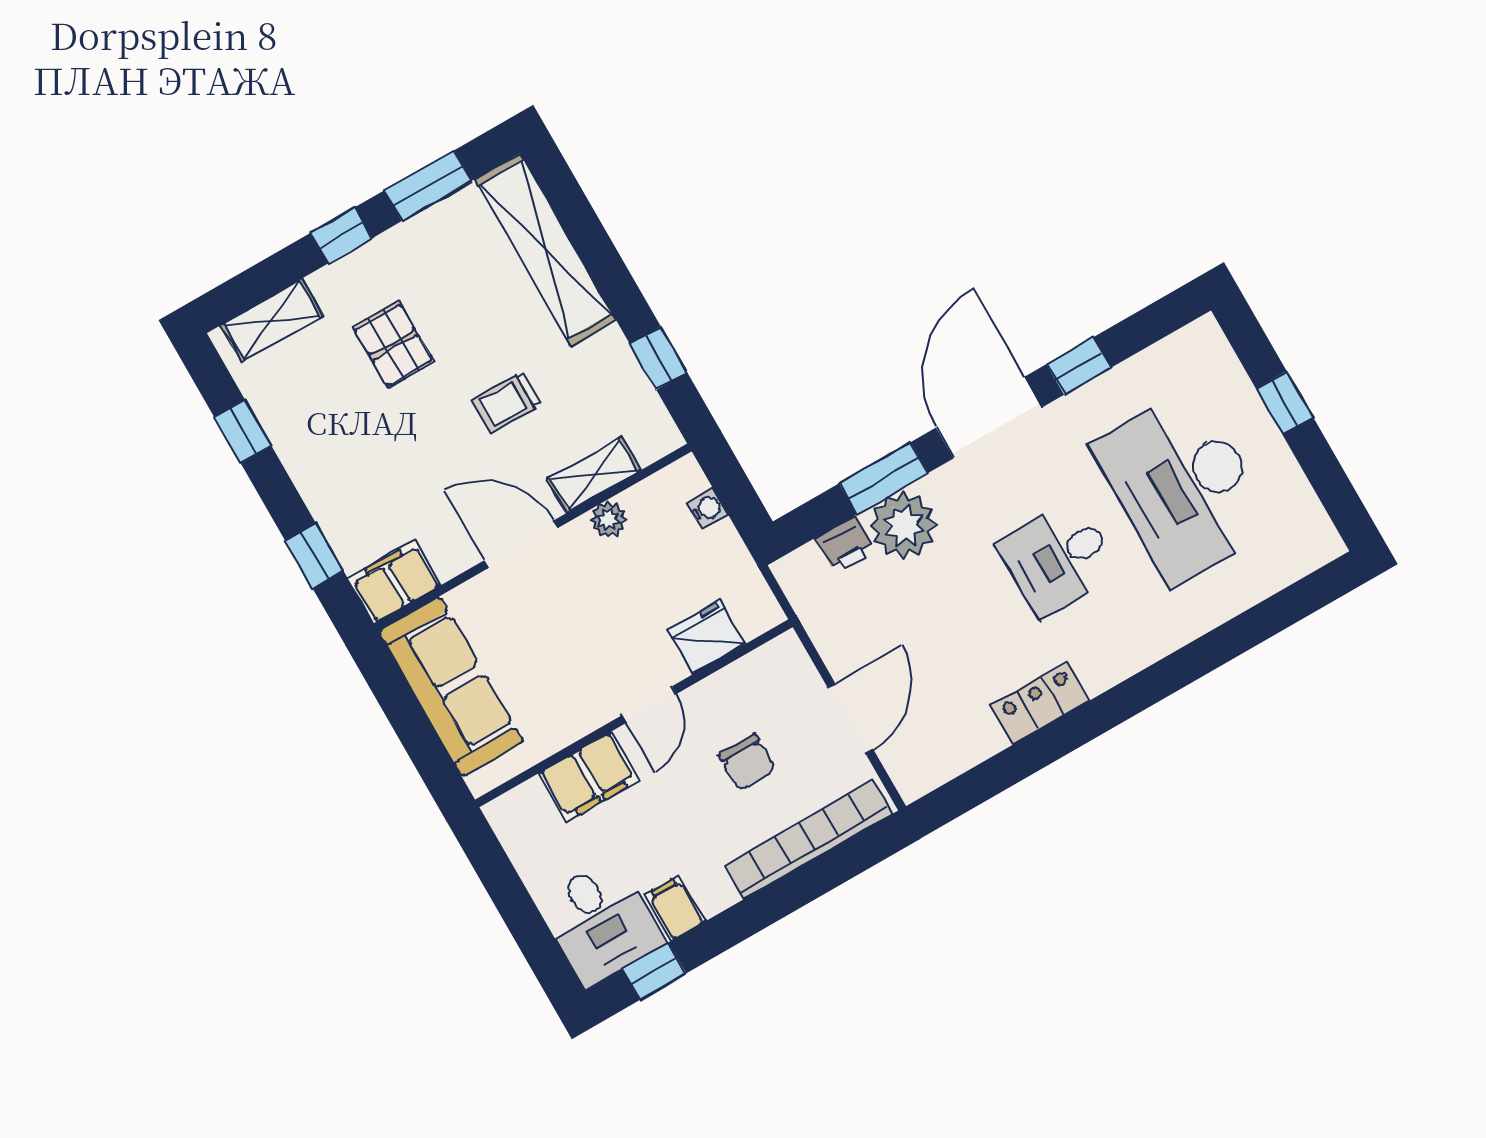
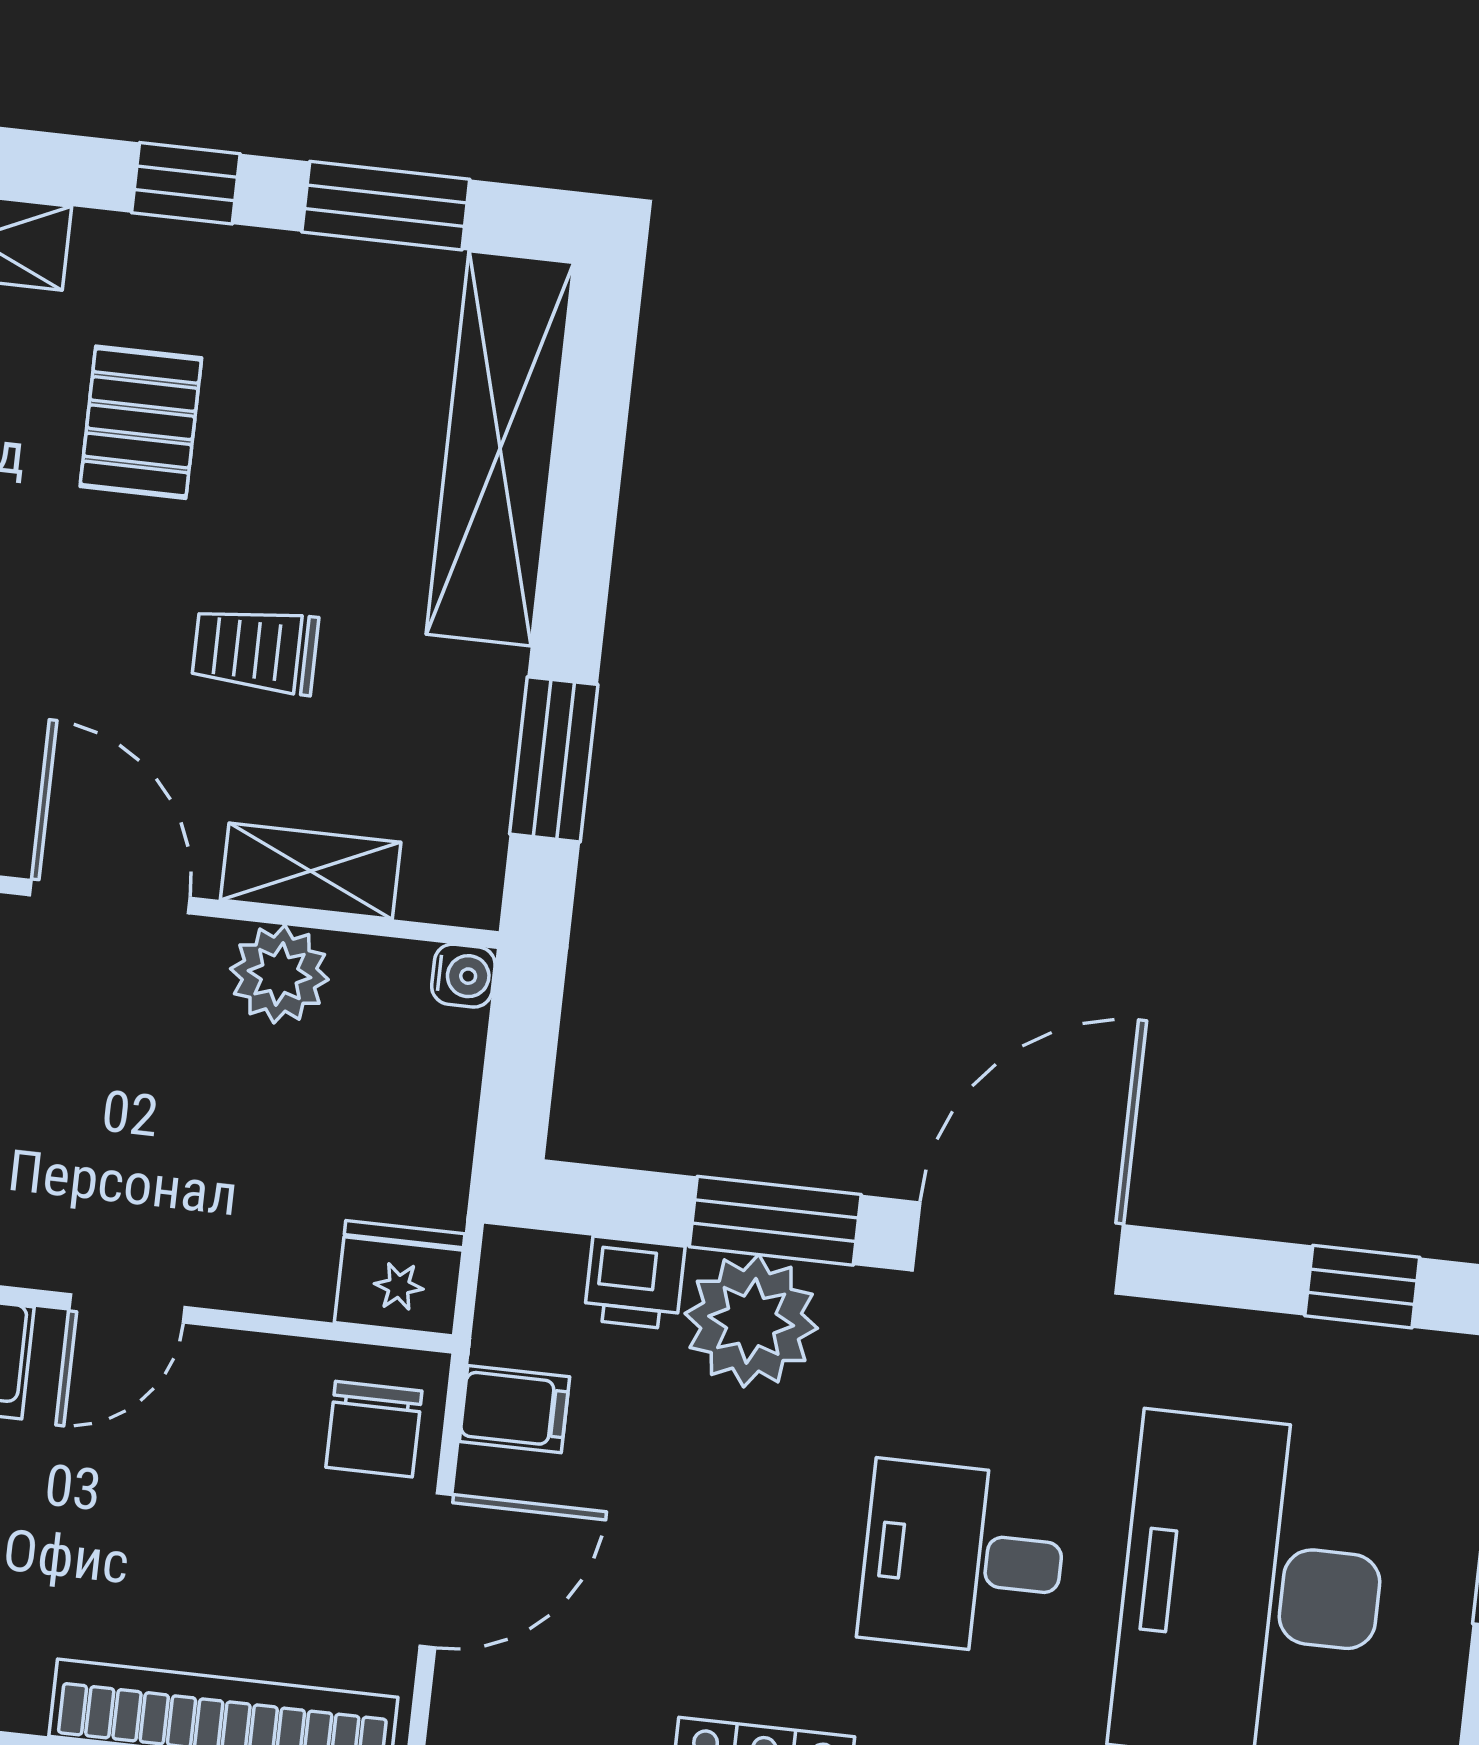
window: (659, 358) -> (554, 759), width x1.50
window: (1079, 366) -> (1362, 1287), moved
water cooler: (707, 509) -> (463, 976), moved
plant: (609, 520) -> (279, 974), width x1.38, depth x1.38
filing cabinet: (834, 631) -> (515, 1409), added
fridge: (707, 637) -> (400, 1278), moved
chair: (747, 763) -> (374, 1429), moved

